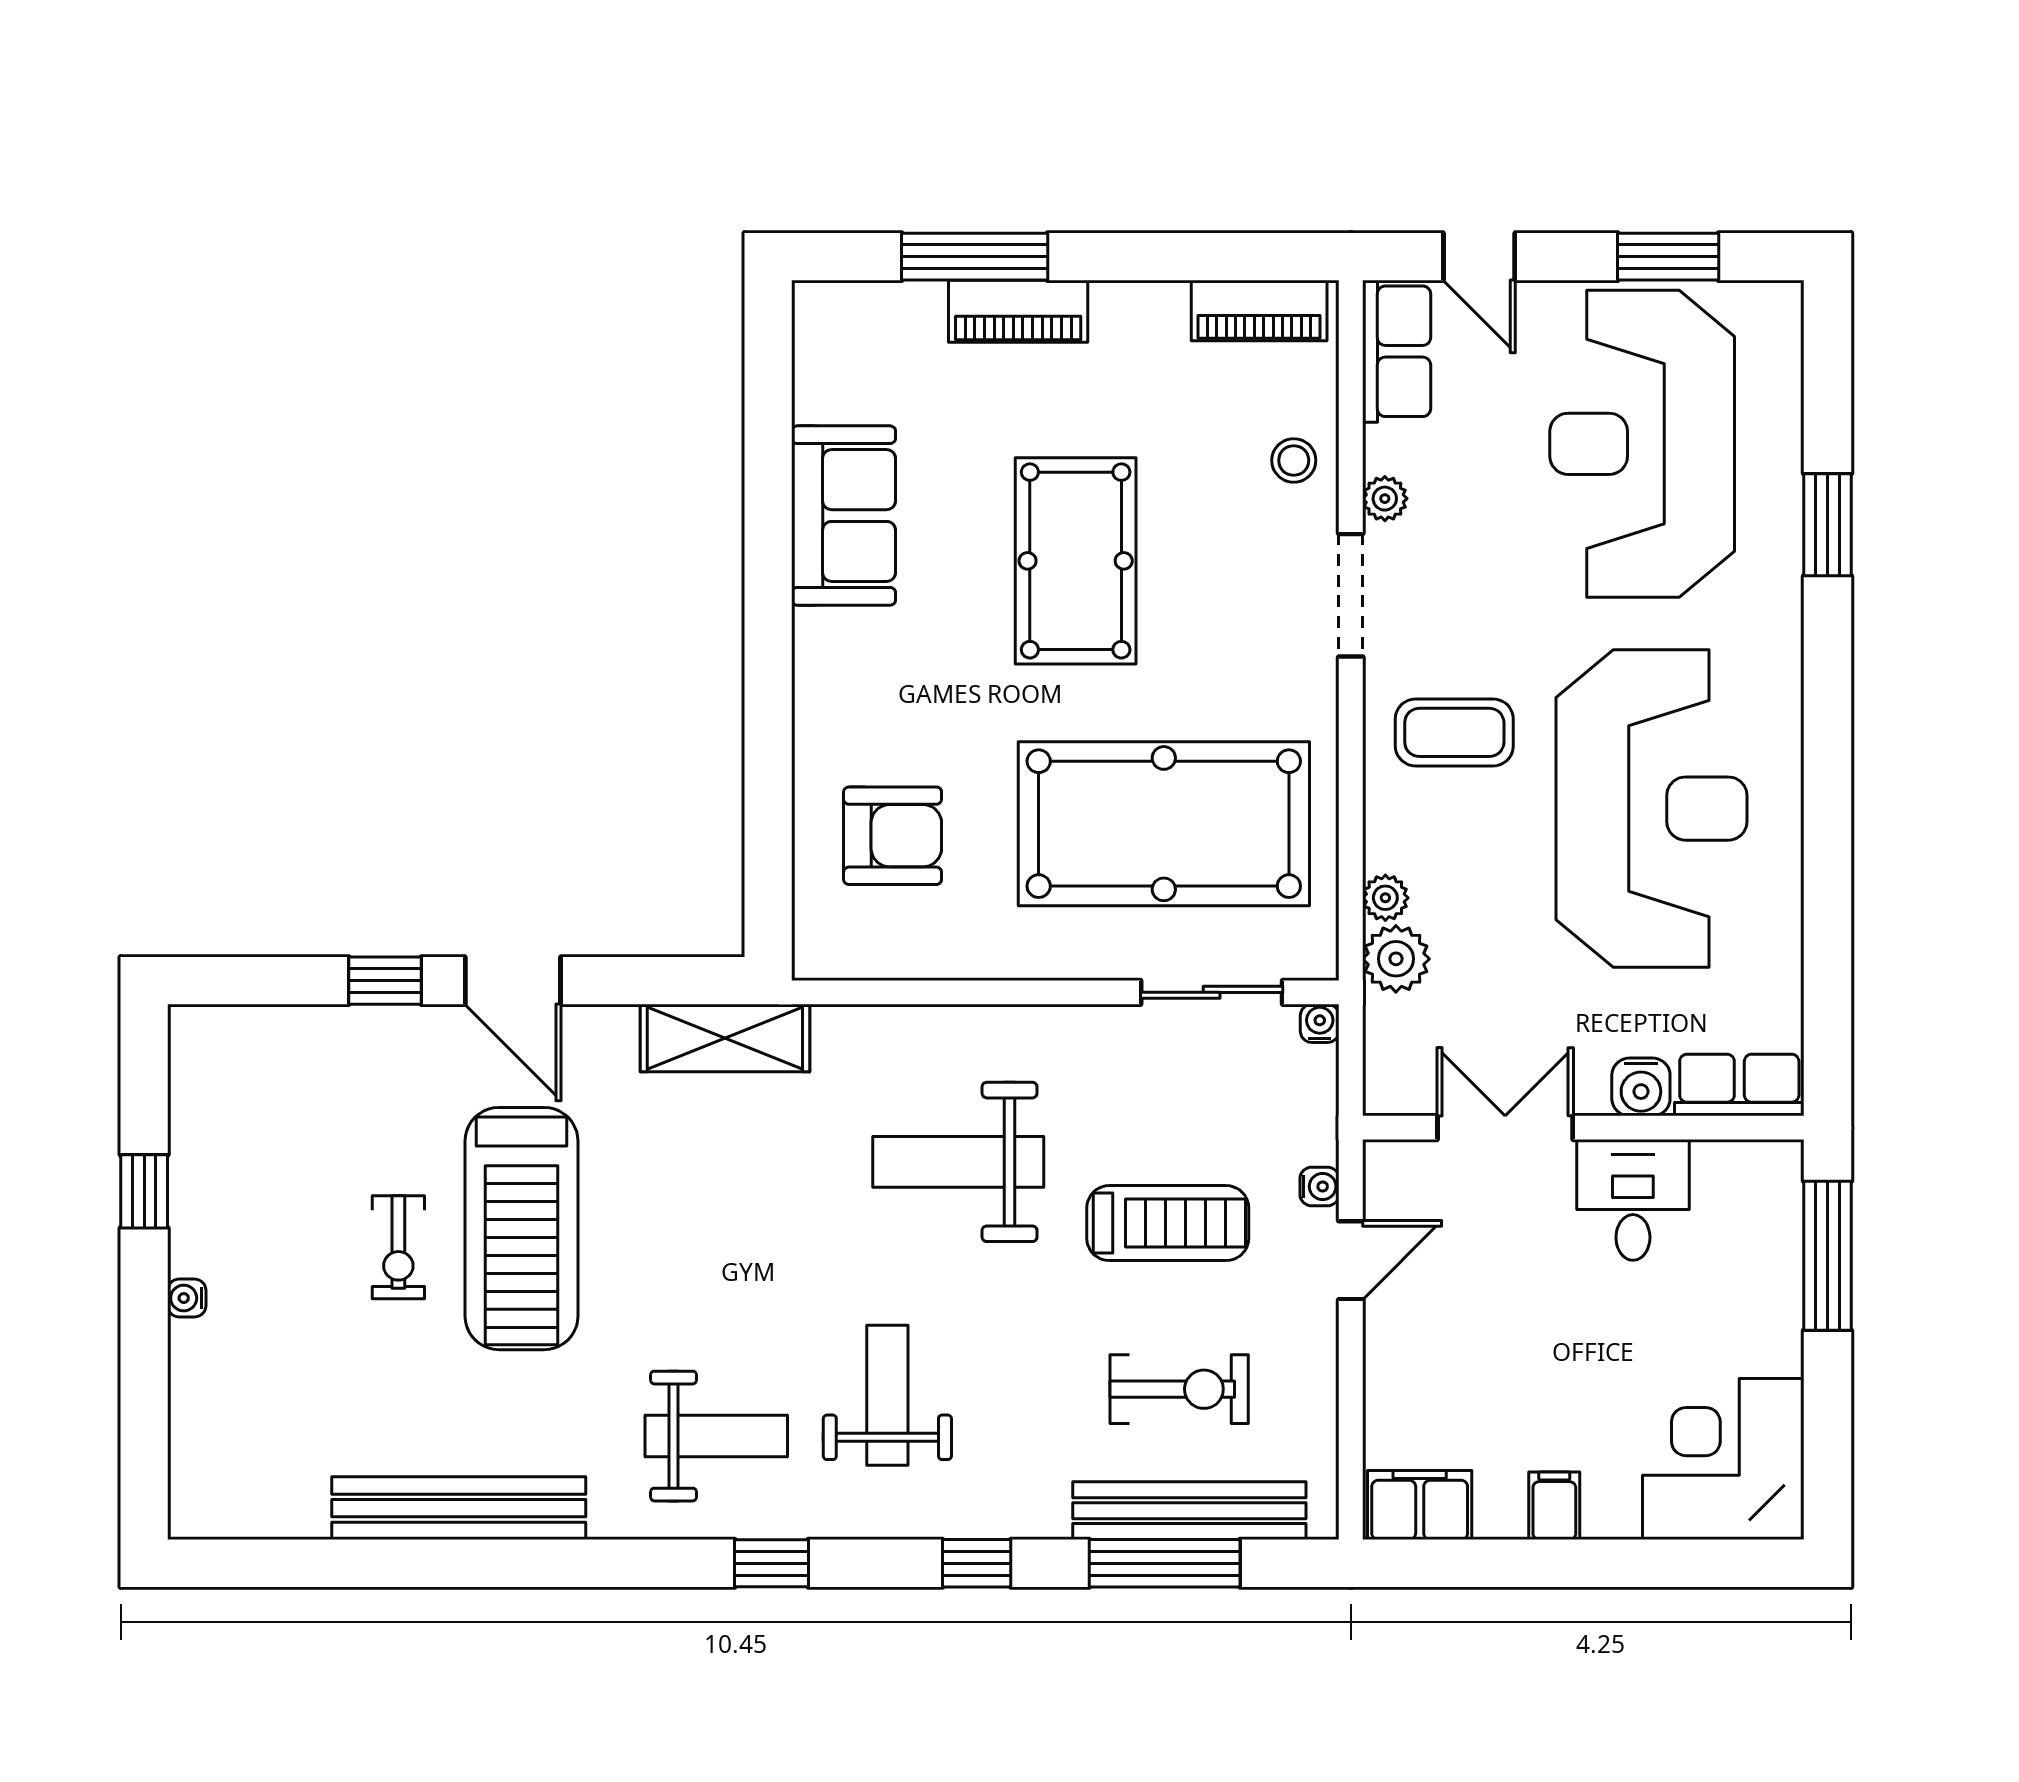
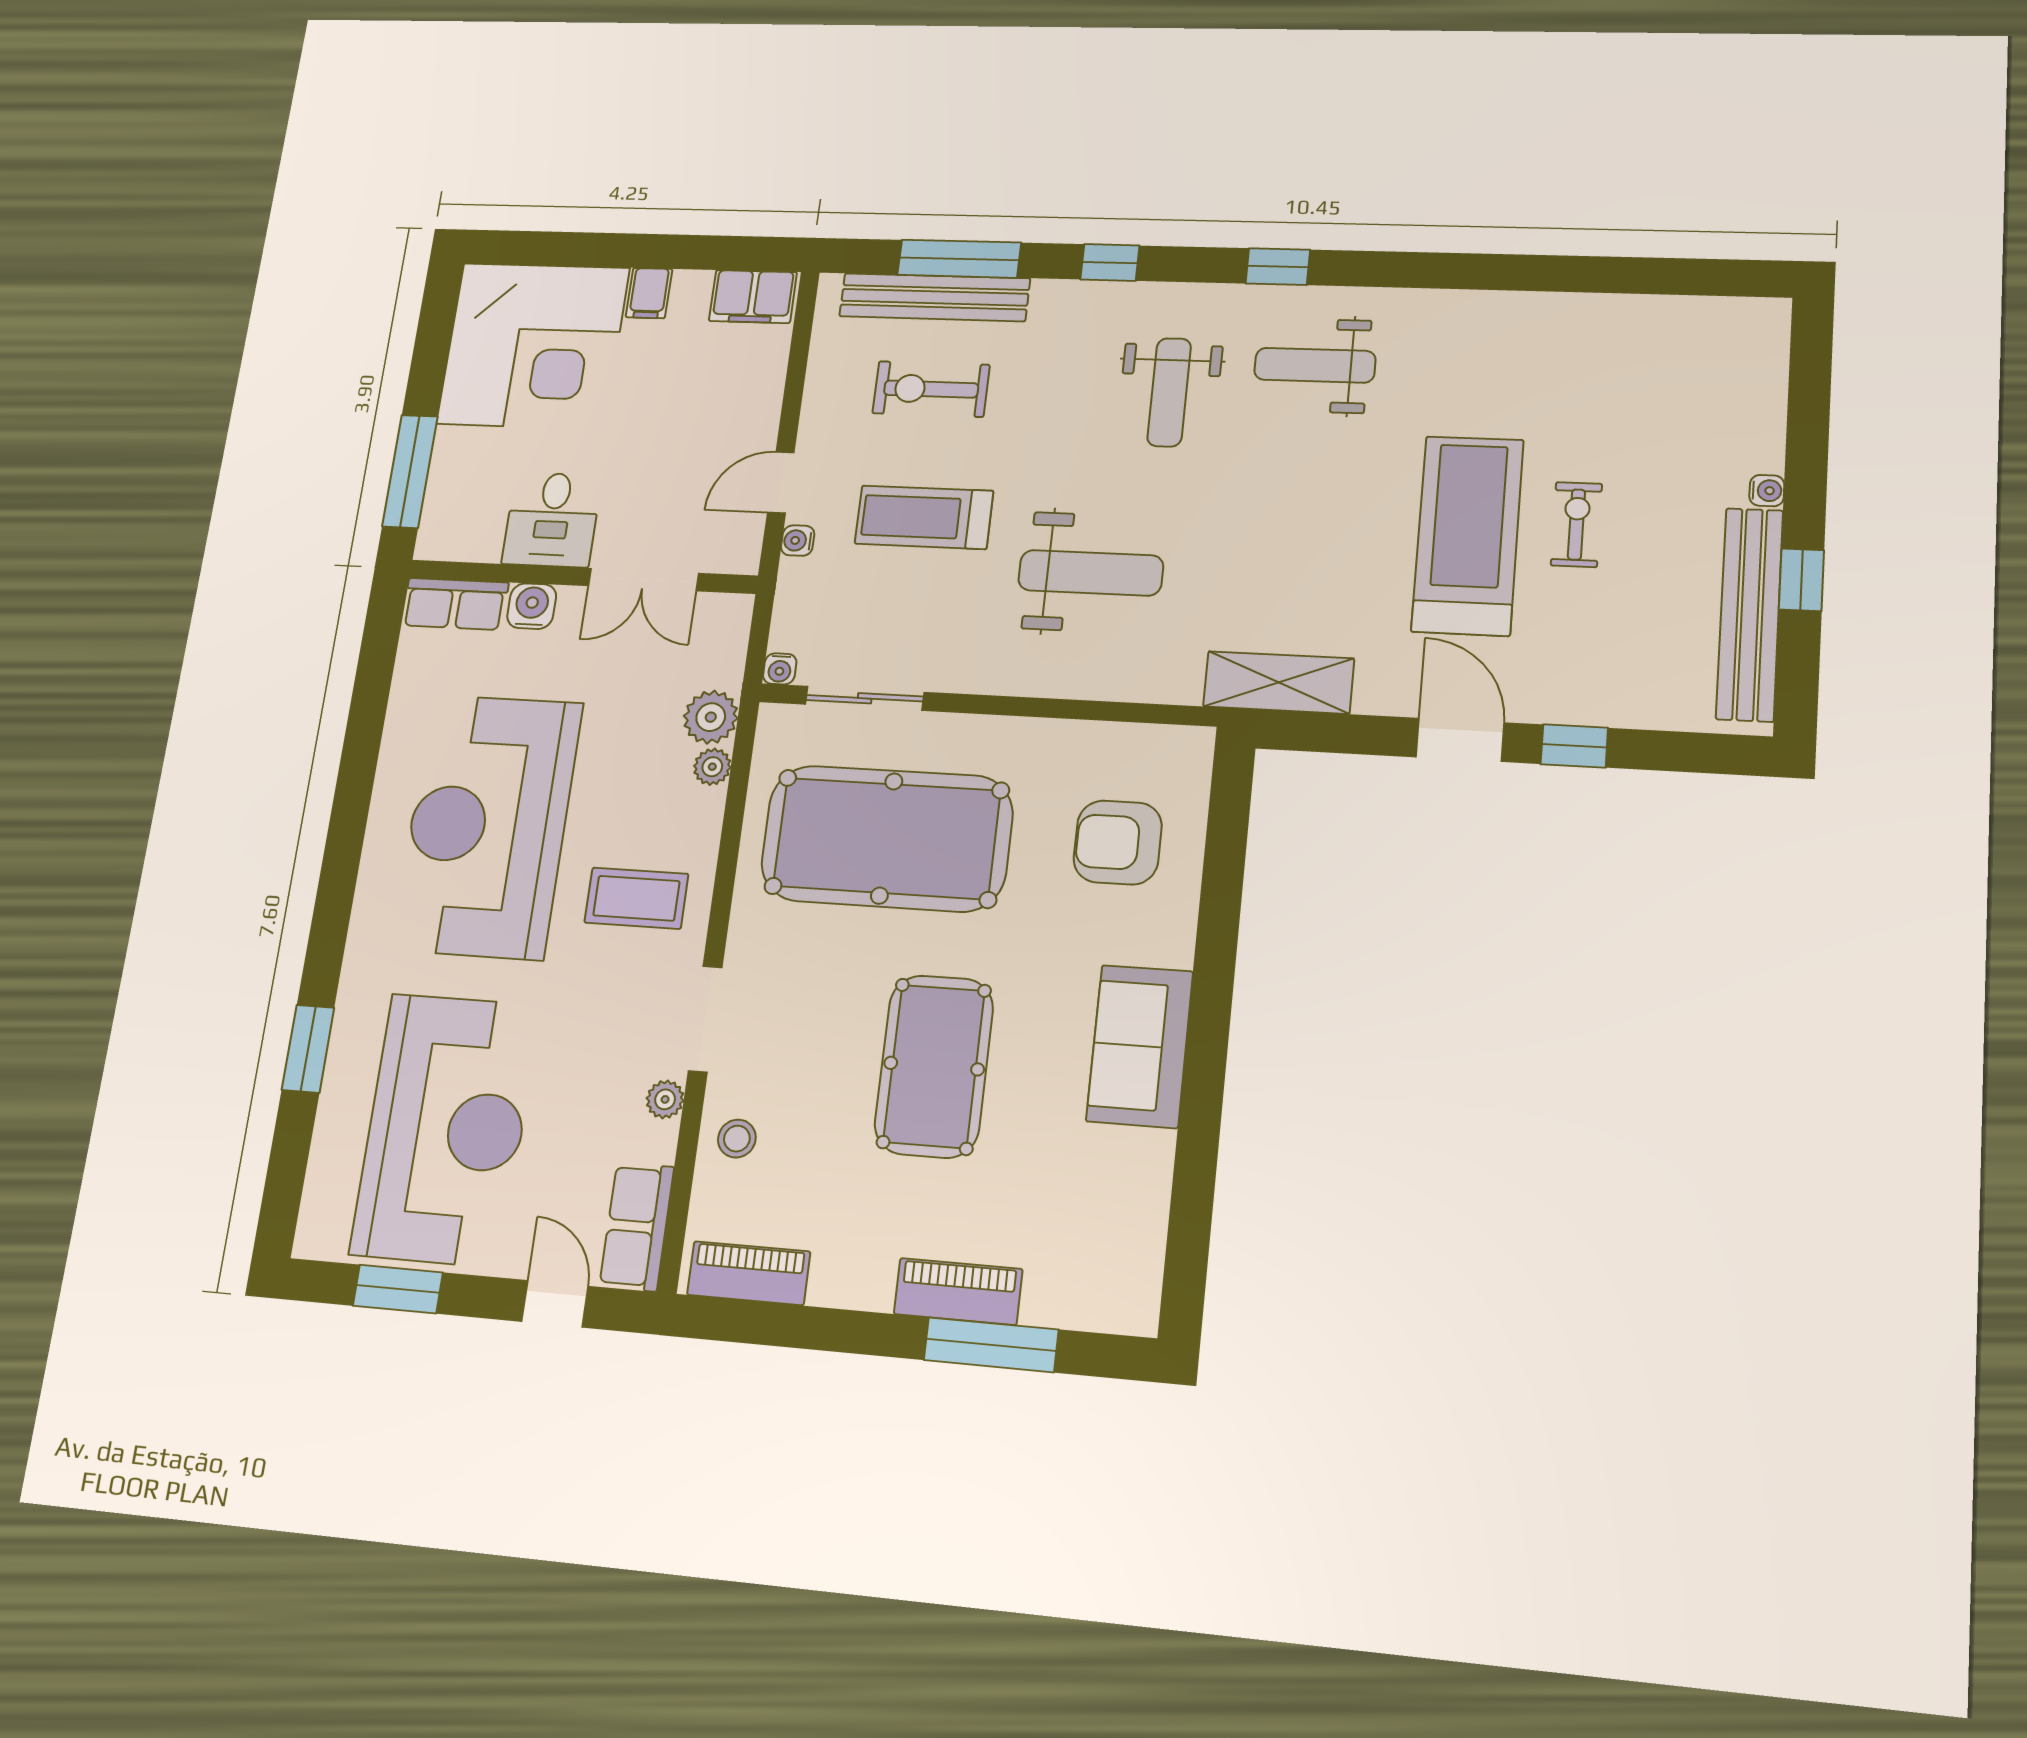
sofa: (844, 516) -> (1140, 1046), moved
corner desk: (1723, 1459) -> (533, 346), width x1.36, depth x1.36
bench: (459, 1508) -> (1750, 614), moved, turned 90

